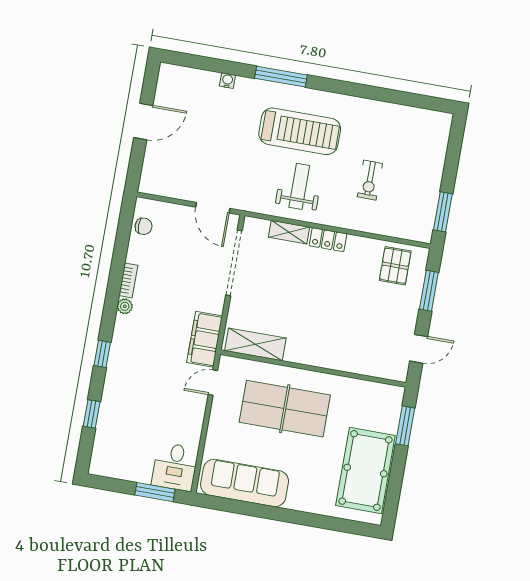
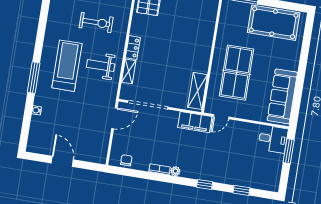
exercise bike: (370, 180) -> (96, 22), width x1.38, depth x1.39
door: (213, 382) -> (221, 117), hinge flipped

